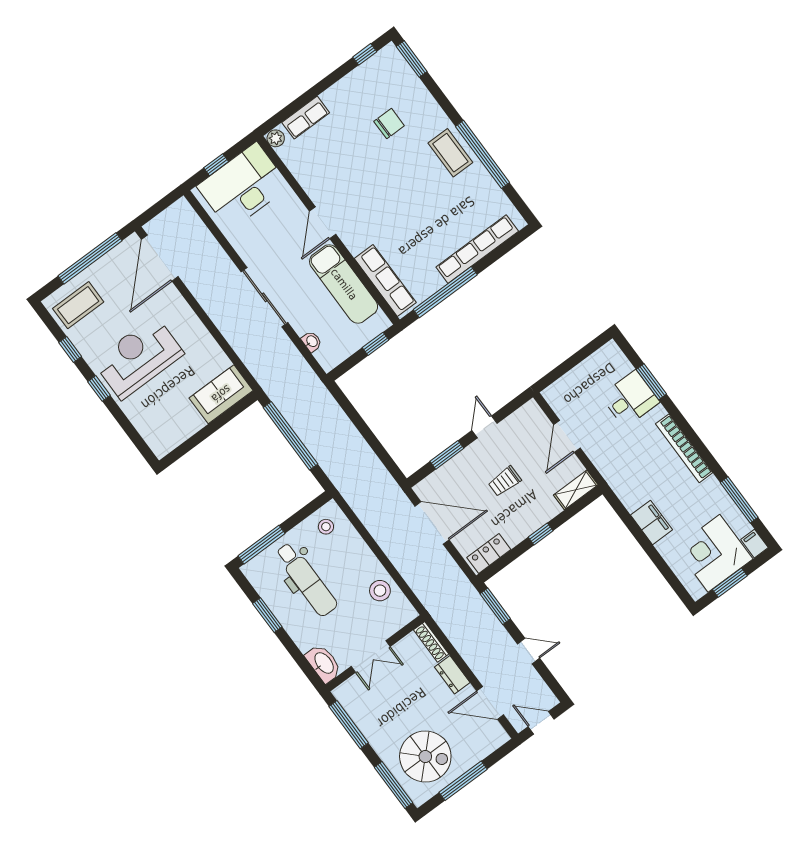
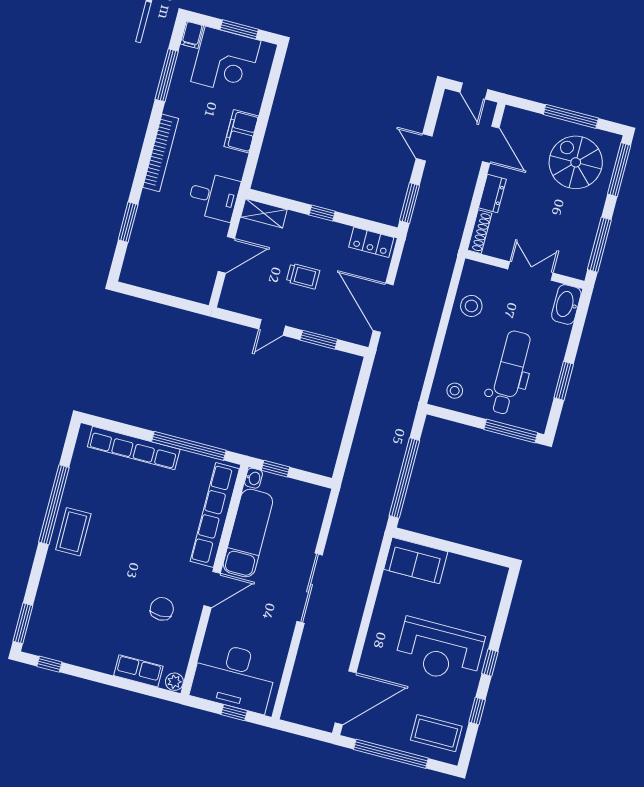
chair: (389, 124) -> (162, 609), moved, turned 90
row of seats: (385, 280) -> (215, 515), width x1.36
washbasin: (312, 341) -> (254, 478), moved, turned 180
desk: (630, 399) -> (214, 196), moved, turned 180

